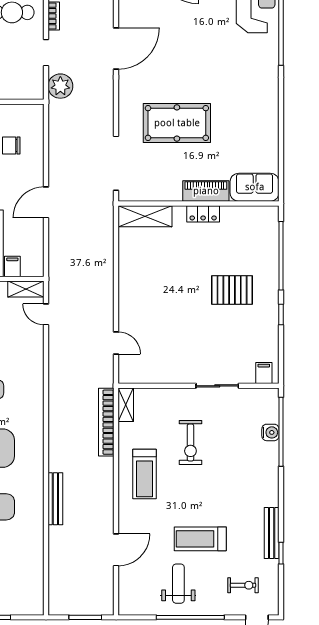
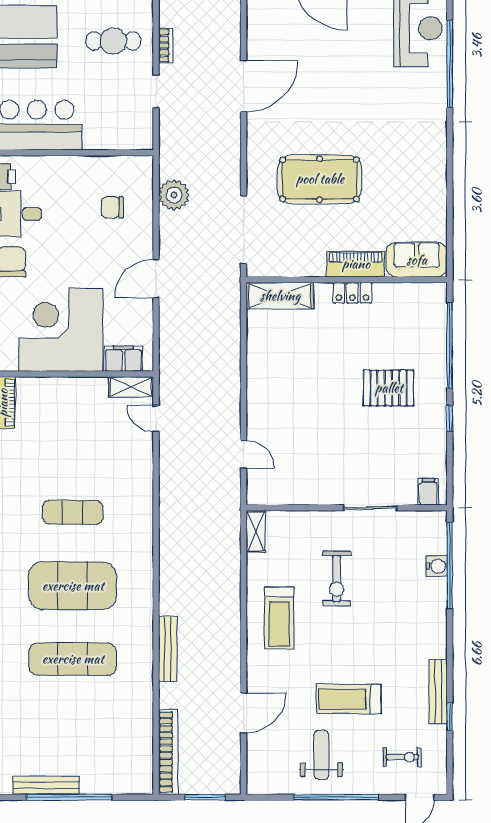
plant: (60, 86) -> (174, 195), moved
filing cabinet: (12, 266) -> (124, 359), width x2.00
bookcase: (106, 422) -> (168, 752), moved, turned 180

